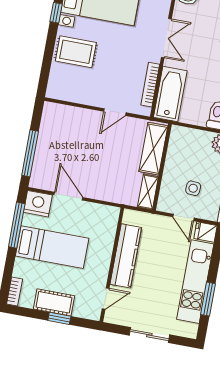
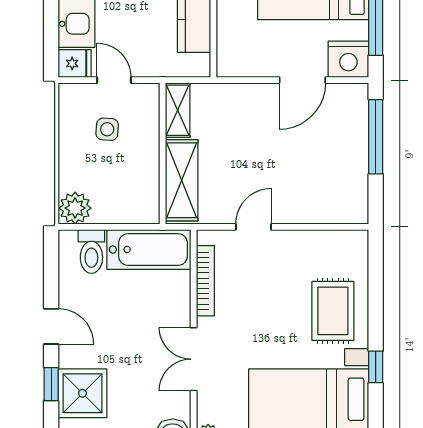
rug: (76, 52) -> (333, 311), turned 90
bathtub: (170, 94) -> (149, 250), moved, turned -90
door: (68, 196) -> (302, 80), hinge flipped

